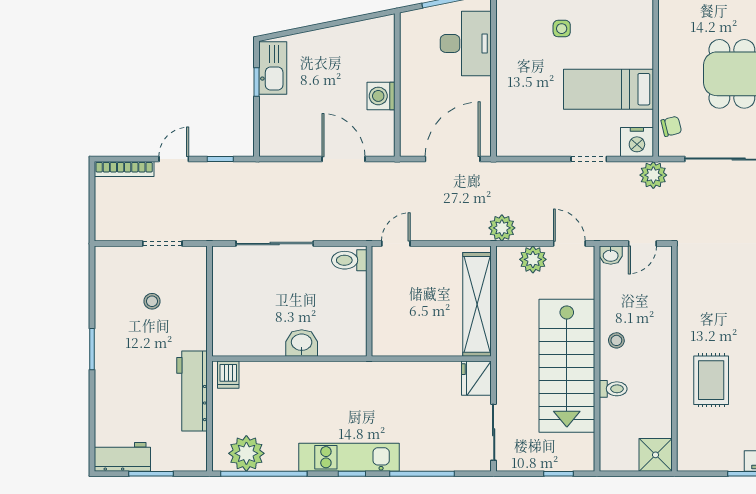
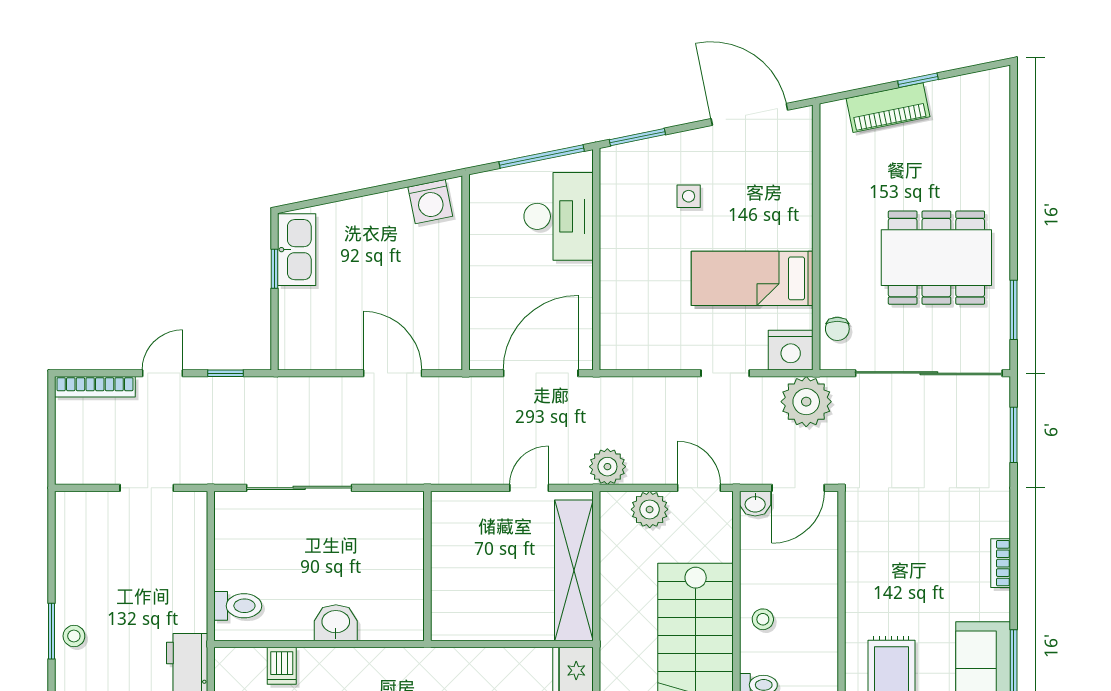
washing machine: (381, 96) -> (430, 202), moved, turned -101
chair: (671, 126) -> (837, 329), turned 104
plant: (653, 175) -> (806, 402), width x1.36, depth x1.36
door: (396, 244) -> (529, 488), moved
door: (642, 244) -> (798, 488), width x1.38
toilet: (349, 260) -> (238, 606), moved, turned 180
stool: (152, 301) -> (74, 636), moved
dishwasher: (228, 375) -> (282, 666), moved

